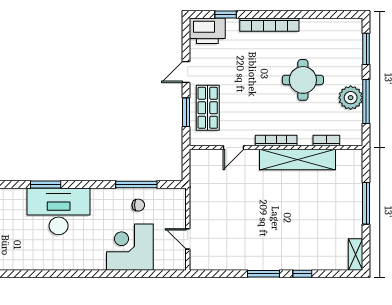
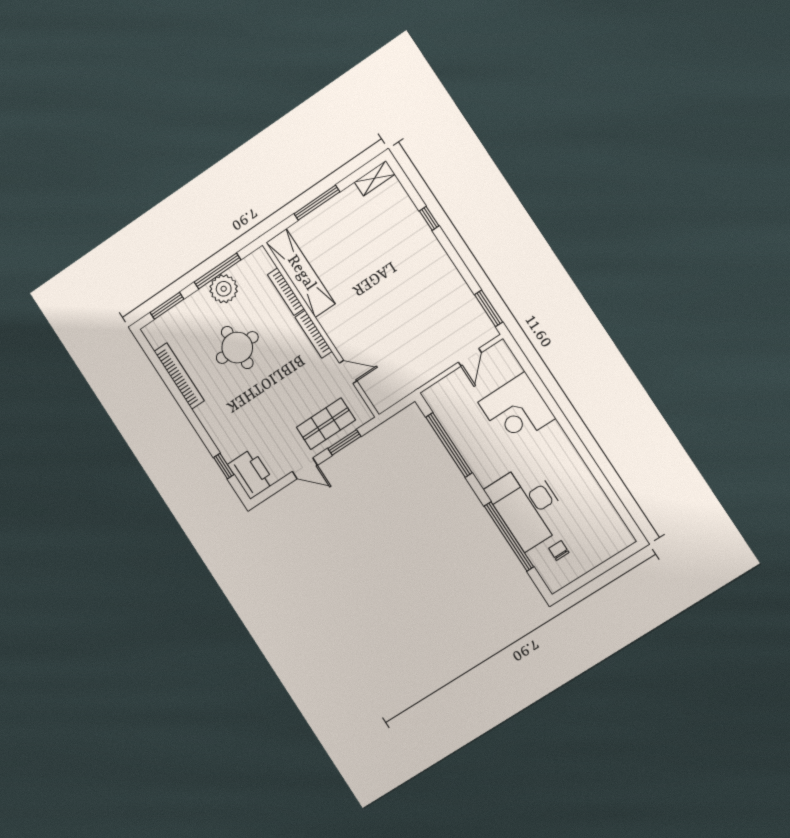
bookcase: (269, 25) -> (179, 376), moved
bookcase: (326, 141) -> (286, 292), width x1.56
shelving: (298, 159) -> (301, 273), moved
window: (46, 184) -> (509, 536), width x2.11
window: (136, 184) -> (449, 445), width x1.46
chair: (138, 205) -> (559, 550), moved
window: (263, 274) -> (489, 308), moved

